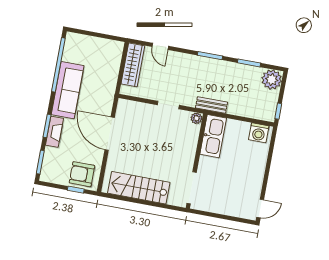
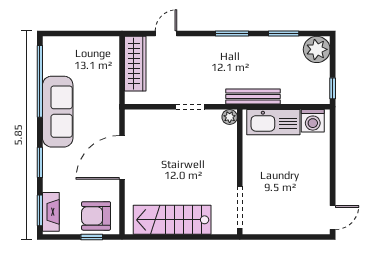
door: (160, 46) -> (166, 34), swing flipped
bench: (212, 105) -> (253, 96), width x1.36
fireplace: (55, 132) -> (51, 212), moved
door: (110, 134) -> (122, 157), hinge flipped
kitchen sink: (213, 136) -> (273, 122), moved, turned 90

